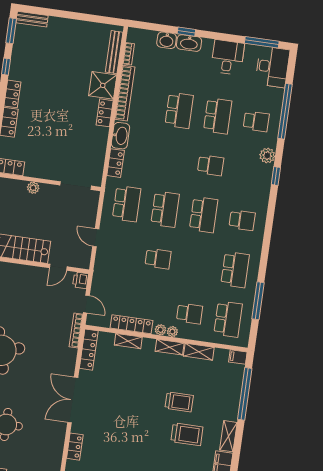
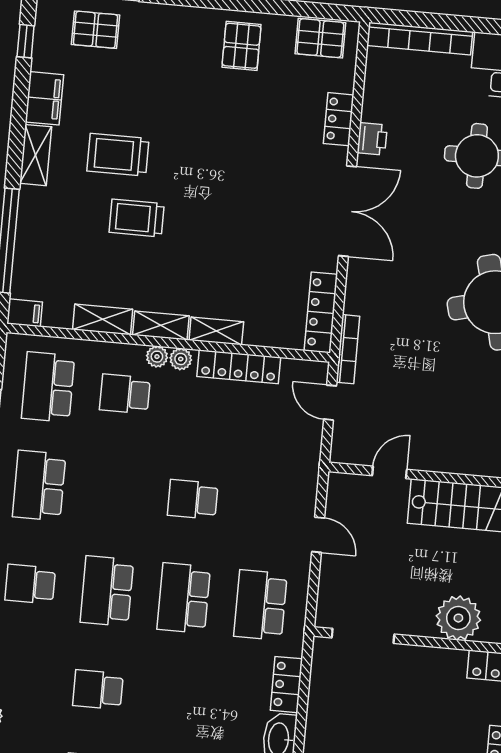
plant: (33, 188) -> (458, 618), width x1.87, depth x1.87
printer: (81, 280) -> (372, 139), moved
shelving: (128, 341) -> (216, 331), moved

